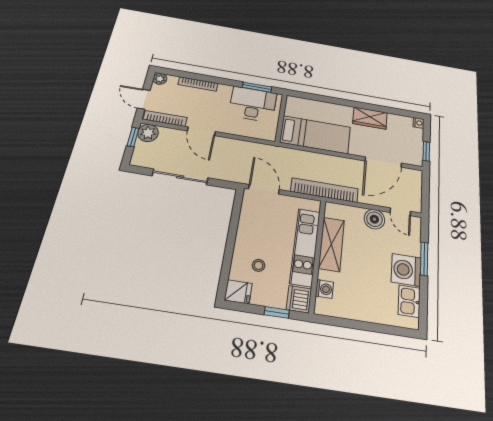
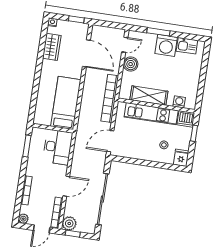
desk: (253, 104) -> (58, 147), moved, turned 180
wardrobe: (370, 118) -> (52, 47), moved
sliding door: (180, 177) -> (102, 199), width x1.36

